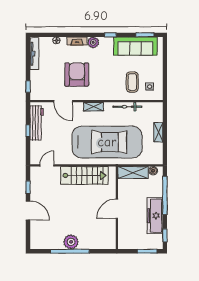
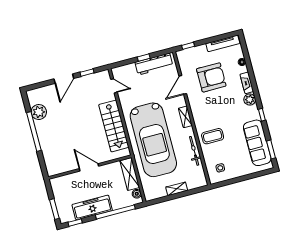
armchair: (77, 75) -> (211, 77), moved
coffee table: (132, 82) -> (213, 136), moved
plant: (71, 242) -> (39, 112), moved

